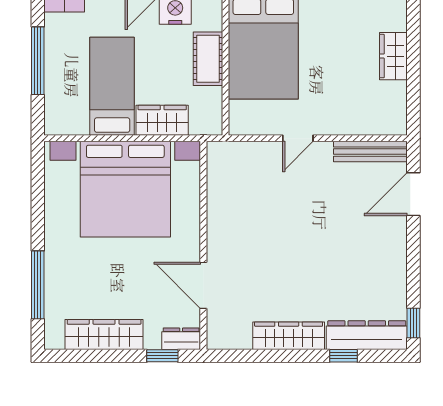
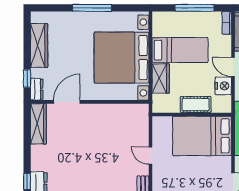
window: (38, 285) -> (92, 8), moved
wardrobe: (289, 336) -> (38, 124), moved

